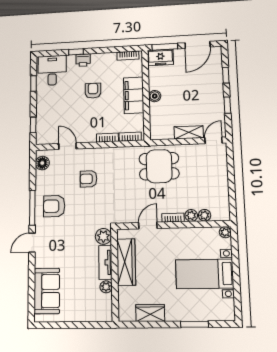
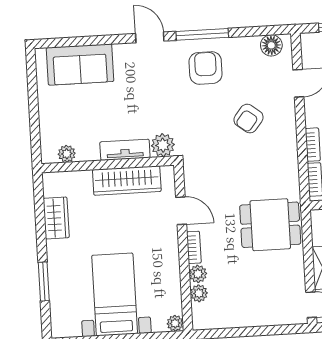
dining table: (159, 166) -> (270, 225), turned 90
armchair: (89, 179) -> (249, 119), turned -142
plant: (106, 287) -> (67, 154), moved

